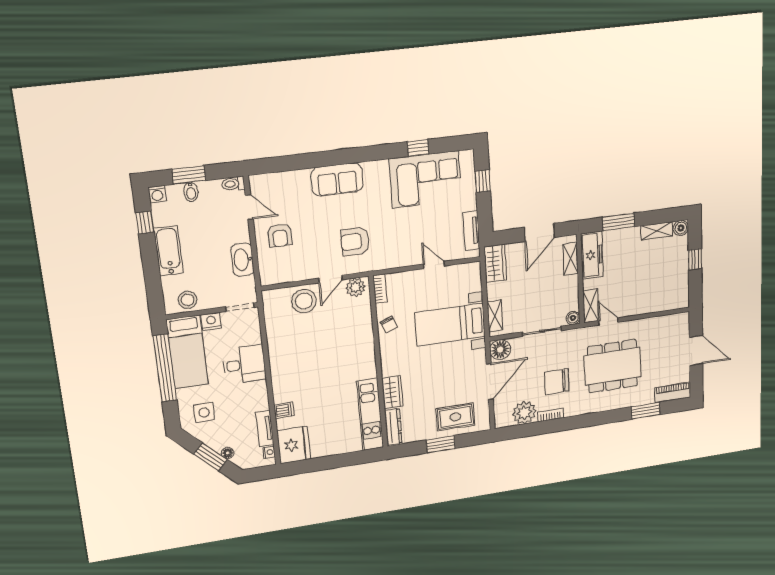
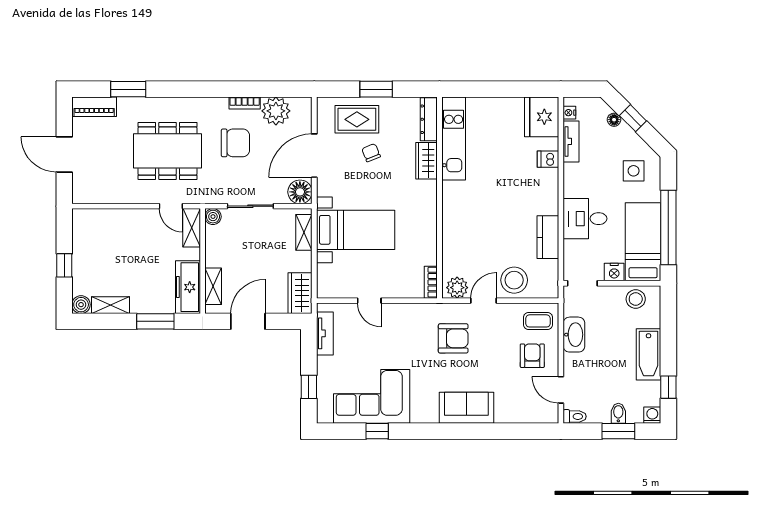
coffee table: (278, 268) -> (538, 321), added
chair: (389, 325) -> (371, 153), moved
kitchen counter: (277, 343) -> (548, 237), added
window: (211, 457) -> (633, 118), width x0.67

